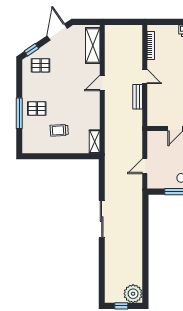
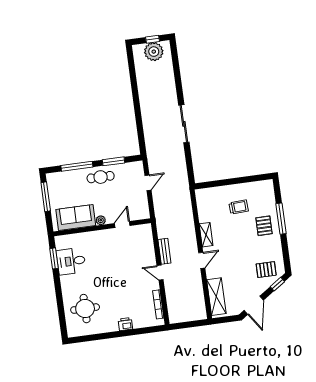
pallet: (37, 109) -> (264, 226), turned 90
shelving: (95, 142) -> (206, 235), moved
plant: (133, 294) -> (154, 52), moved

